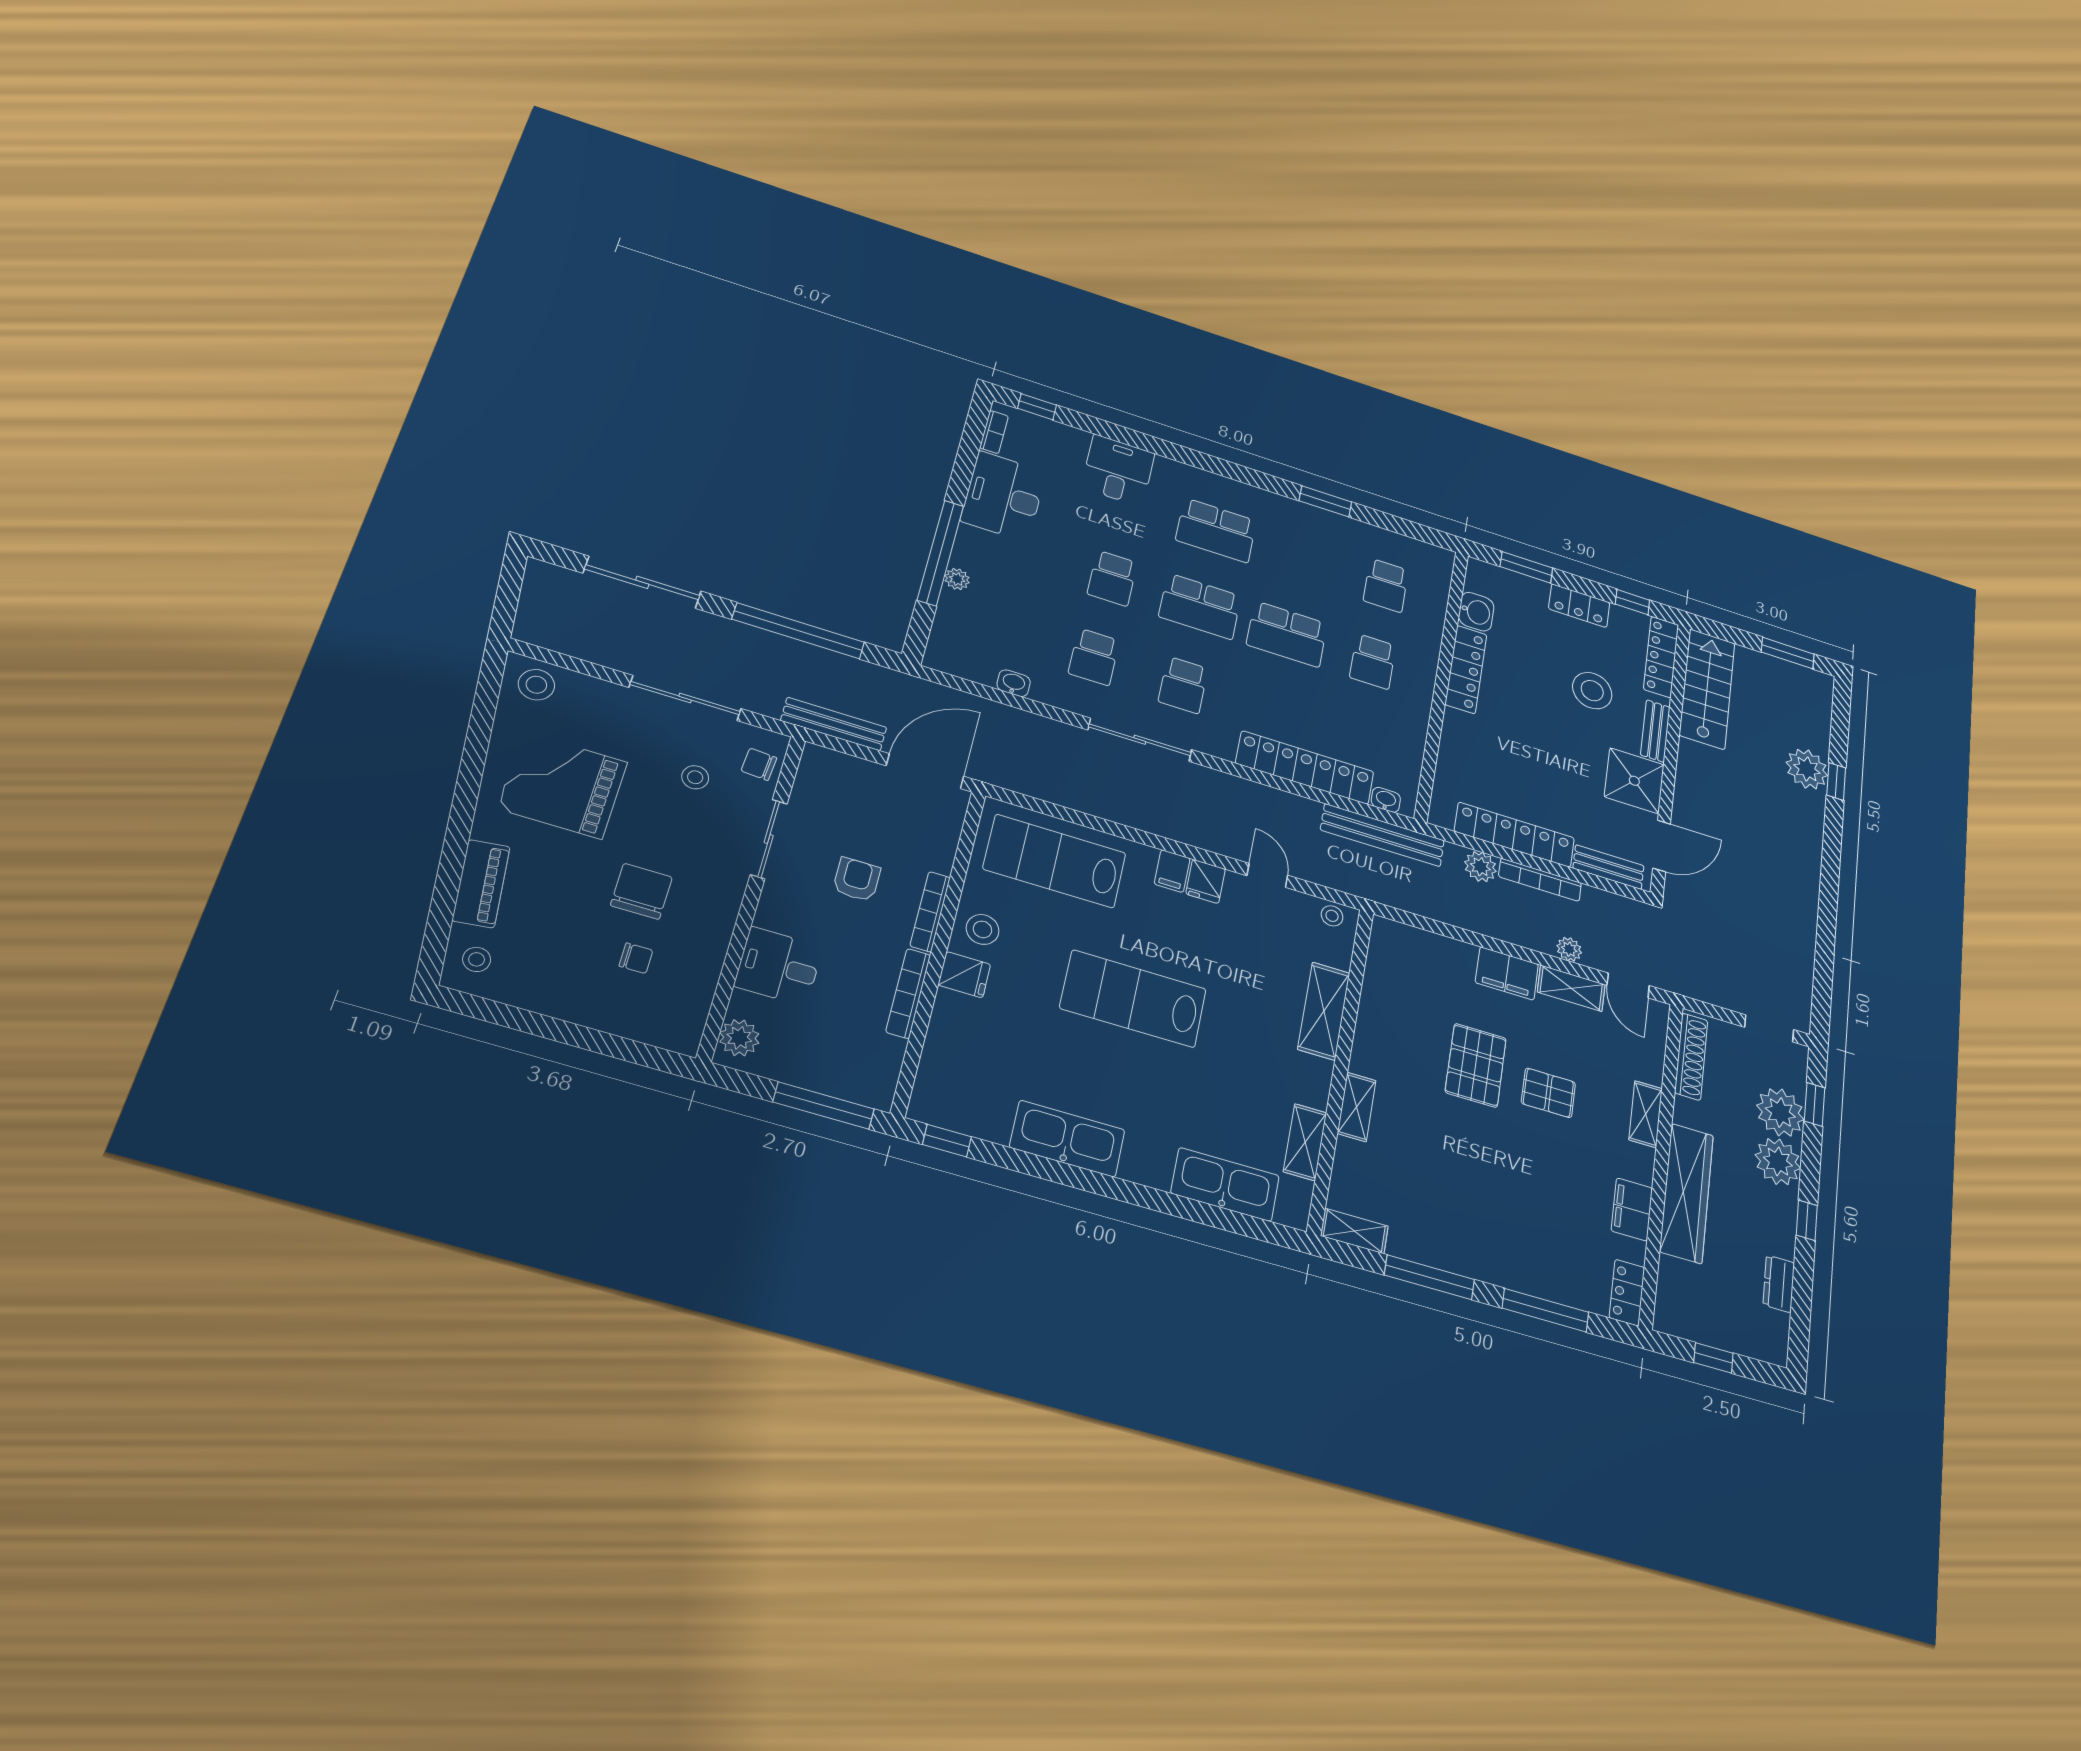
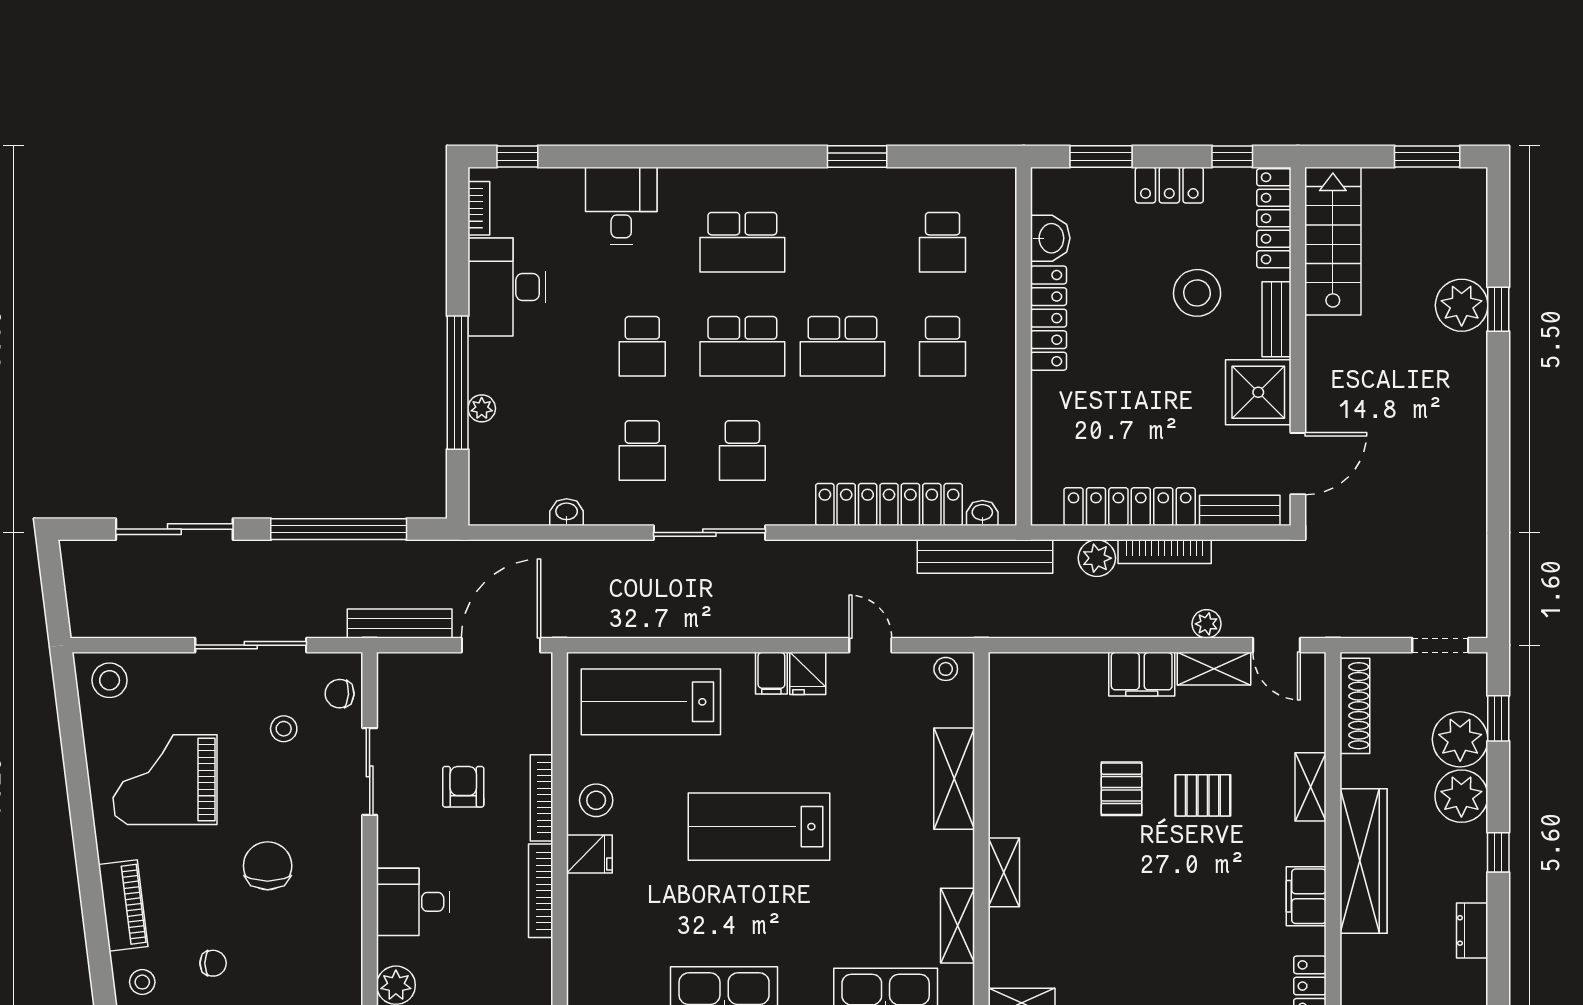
chair: (636, 958) -> (213, 963), moved
pallet: (1476, 1065) -> (1122, 789), width x0.67, depth x0.71

